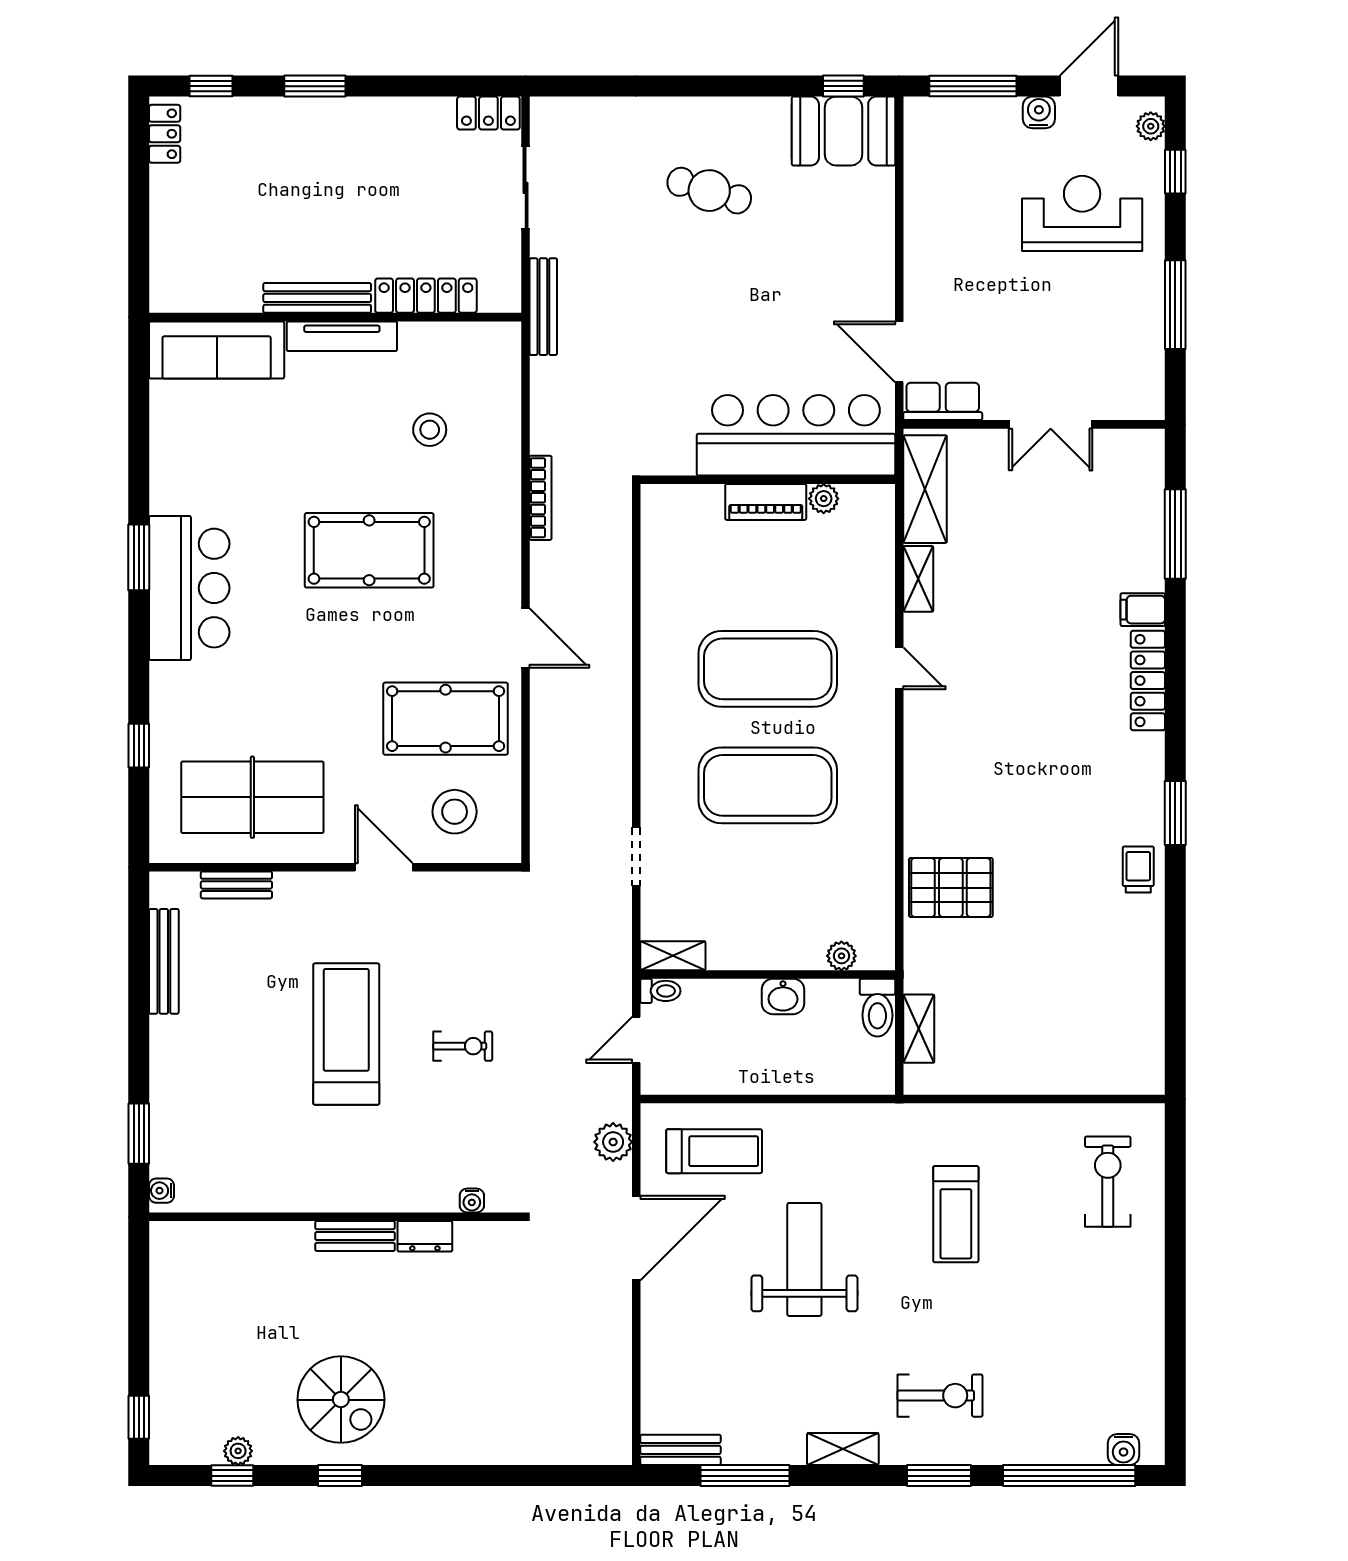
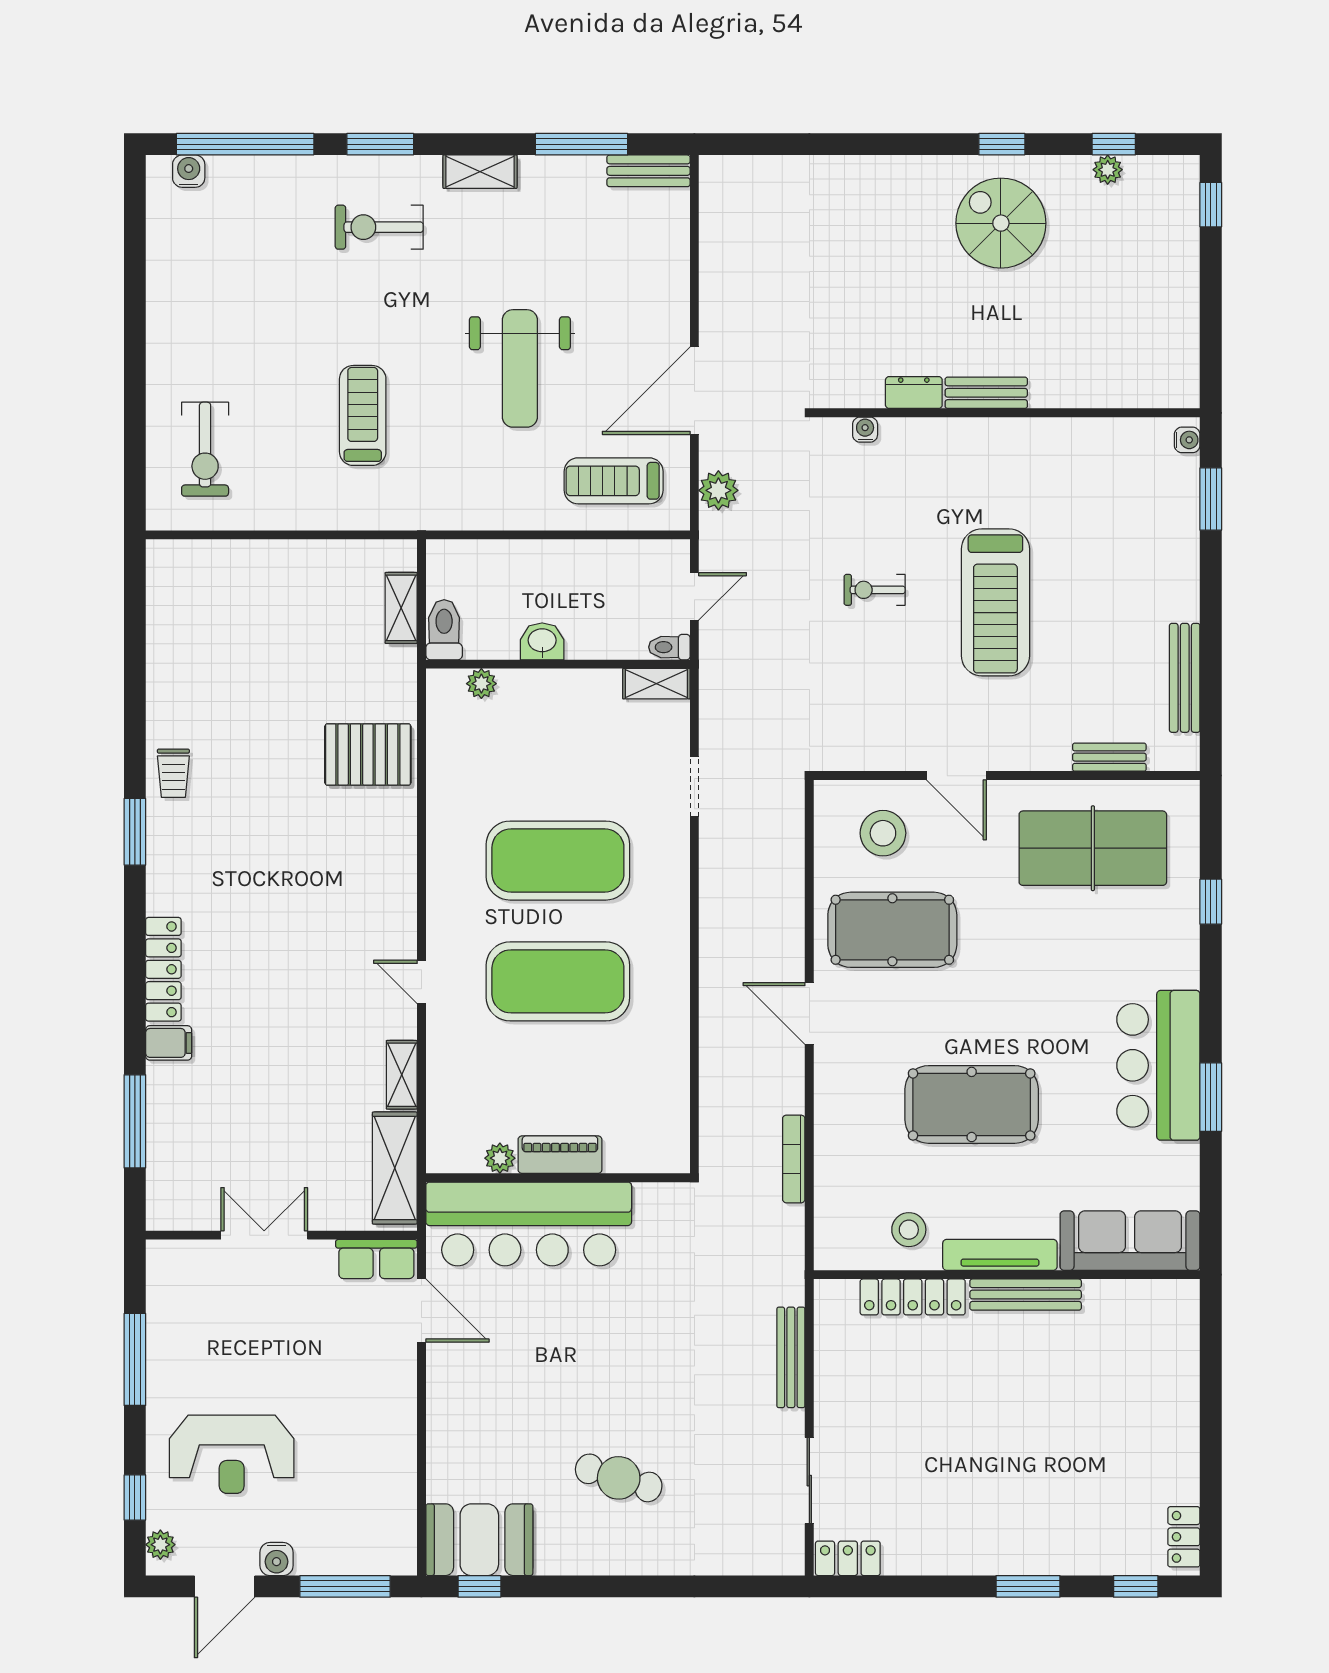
locker: (426, 296) -> (913, 1297), moved
bench: (317, 298) -> (1026, 1295), moved
wall: (335, 317) -> (1007, 1275), moved
tv unit: (342, 336) -> (1000, 1255), moved
sofa: (217, 350) -> (1130, 1241), moved

